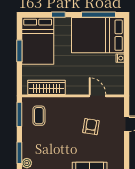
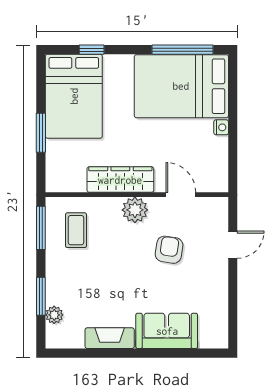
window: (58, 15) -> (92, 50), moved
window: (19, 51) -> (41, 133), moved
wardrobe: (47, 87) -> (120, 180), moved
plant: (72, 104) -> (135, 210), added

